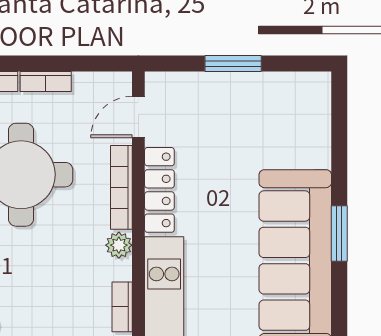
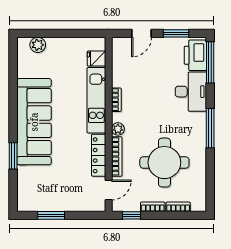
window: (90, 63) -> (132, 215), added
window: (233, 63) -> (51, 215), moved
window: (339, 233) -> (13, 156), moved

